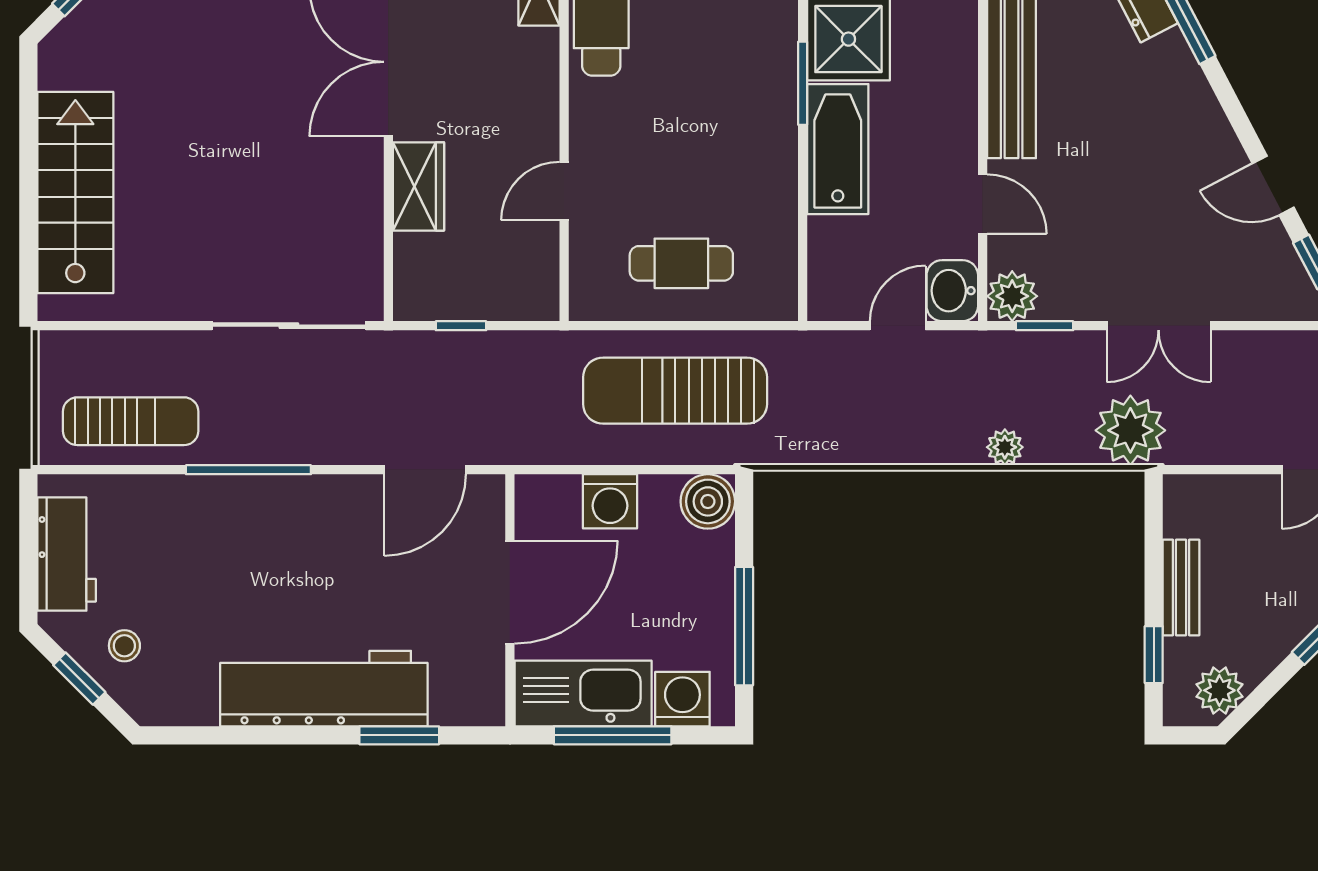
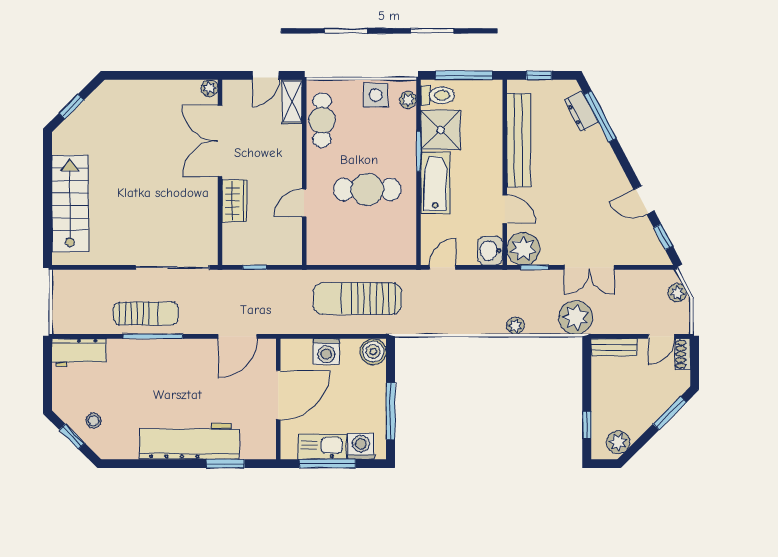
cafe table: (681, 263) -> (367, 189), moved, width x1.37, depth x1.35
plant: (1012, 296) -> (523, 249), width x1.36, depth x1.36
door: (898, 326) -> (443, 267), moved
sun lounger: (131, 421) -> (146, 314), moved
workbench: (67, 554) -> (79, 353), moved, turned 90
bench: (1181, 587) -> (614, 347), moved, turned 90
kitchen sink: (583, 693) -> (322, 447), width x0.73, depth x0.81

